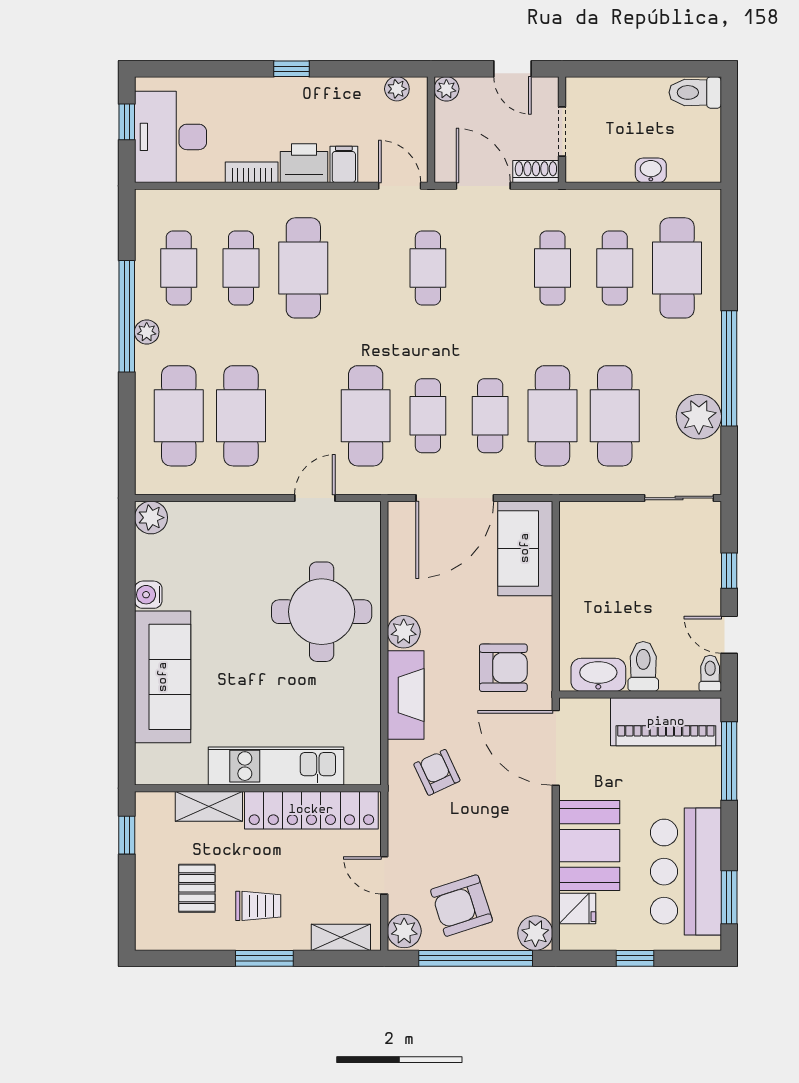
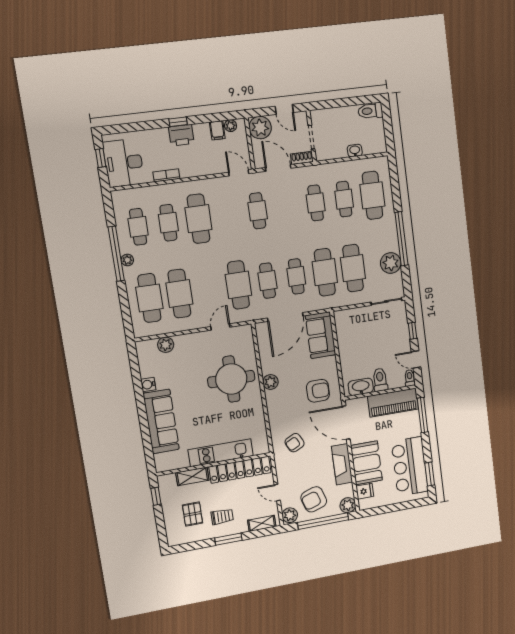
plant: (446, 89) -> (260, 128), width x1.88, depth x1.88
printer: (304, 163) -> (181, 135), moved, turned 180
filing cabinet: (344, 164) -> (217, 130), moved, turned 180
plant: (151, 518) -> (166, 345), moved
fireplace: (406, 695) -> (342, 464), moved, turned 180
armchair: (437, 772) -> (295, 443), turned -91
window: (635, 958) -> (393, 508), removed

